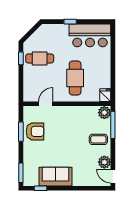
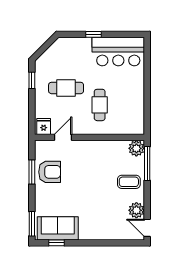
cafe table: (40, 58) -> (66, 88), moved
cafe table: (75, 78) -> (100, 105), width x0.73, depth x0.74
fridge: (105, 95) -> (44, 126), moved
sofa: (55, 177) -> (58, 228), moved

